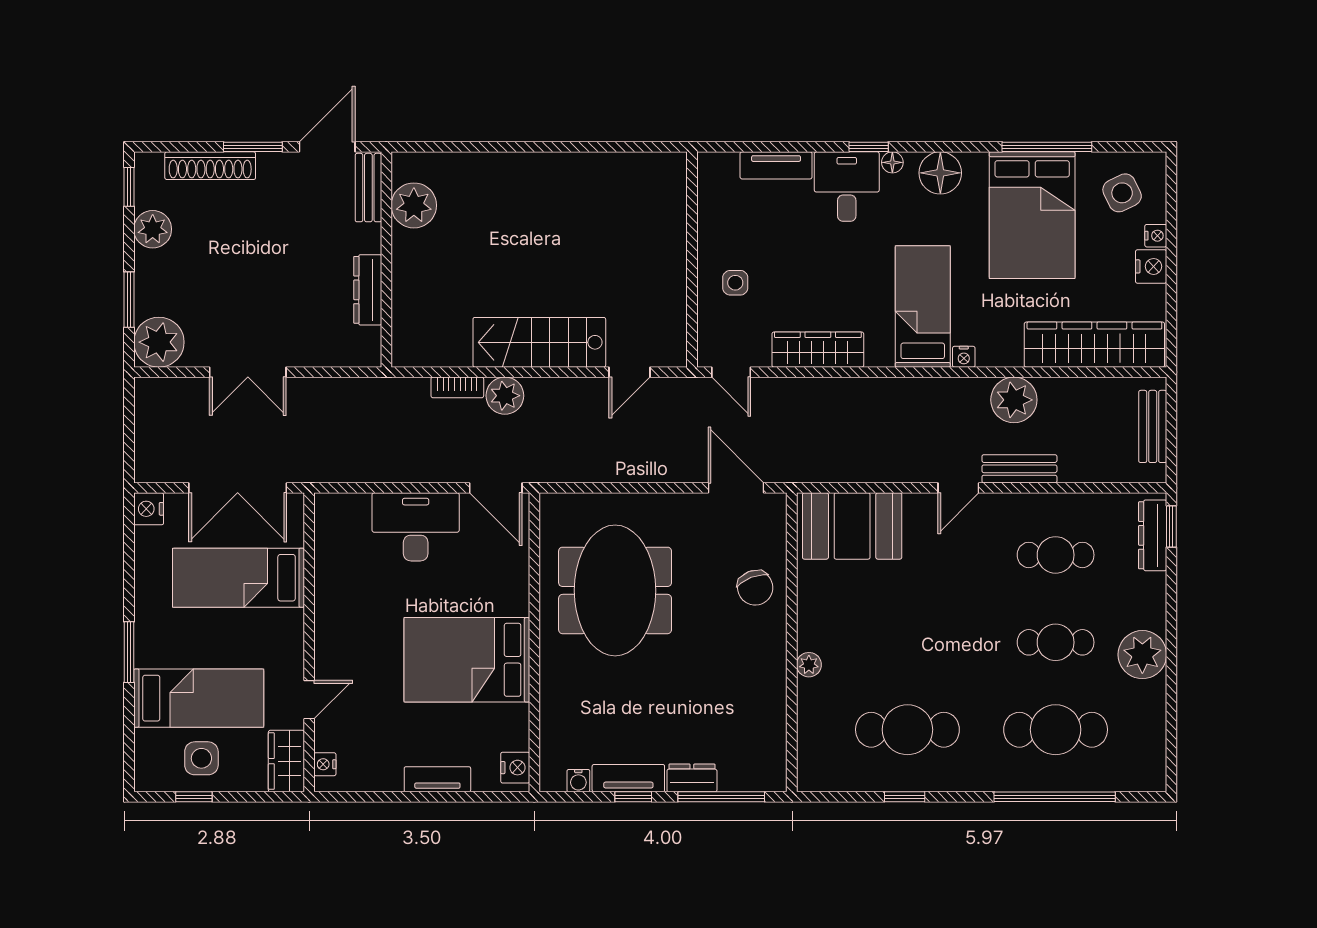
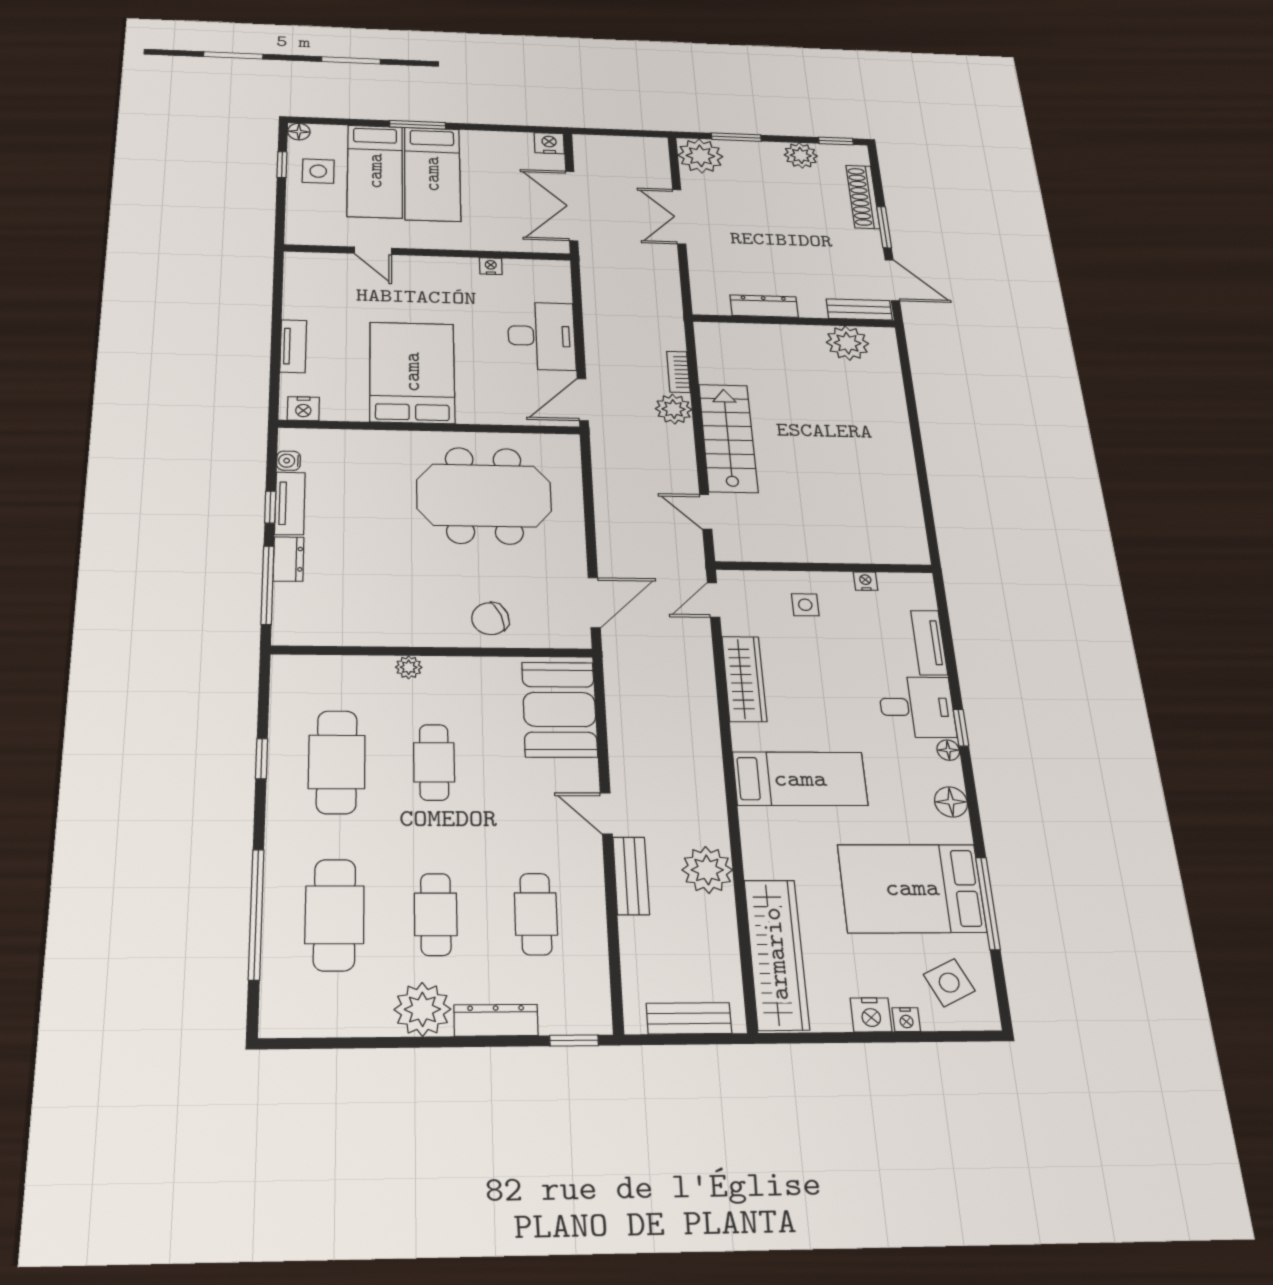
floor lamp: (940, 173) -> (951, 802), width x0.73, depth x0.73
nightstand: (964, 357) -> (866, 581), moved, turned 90
dresser: (1153, 535) -> (496, 1020), moved
bed: (239, 578) -> (432, 174), moved, turned 180
cafe table: (907, 642) -> (434, 762), added
wardrobe: (286, 761) -> (314, 232), removed
nightstand: (325, 764) -> (491, 266), moved
floor lamp: (146, 780) -> (299, 132), added

